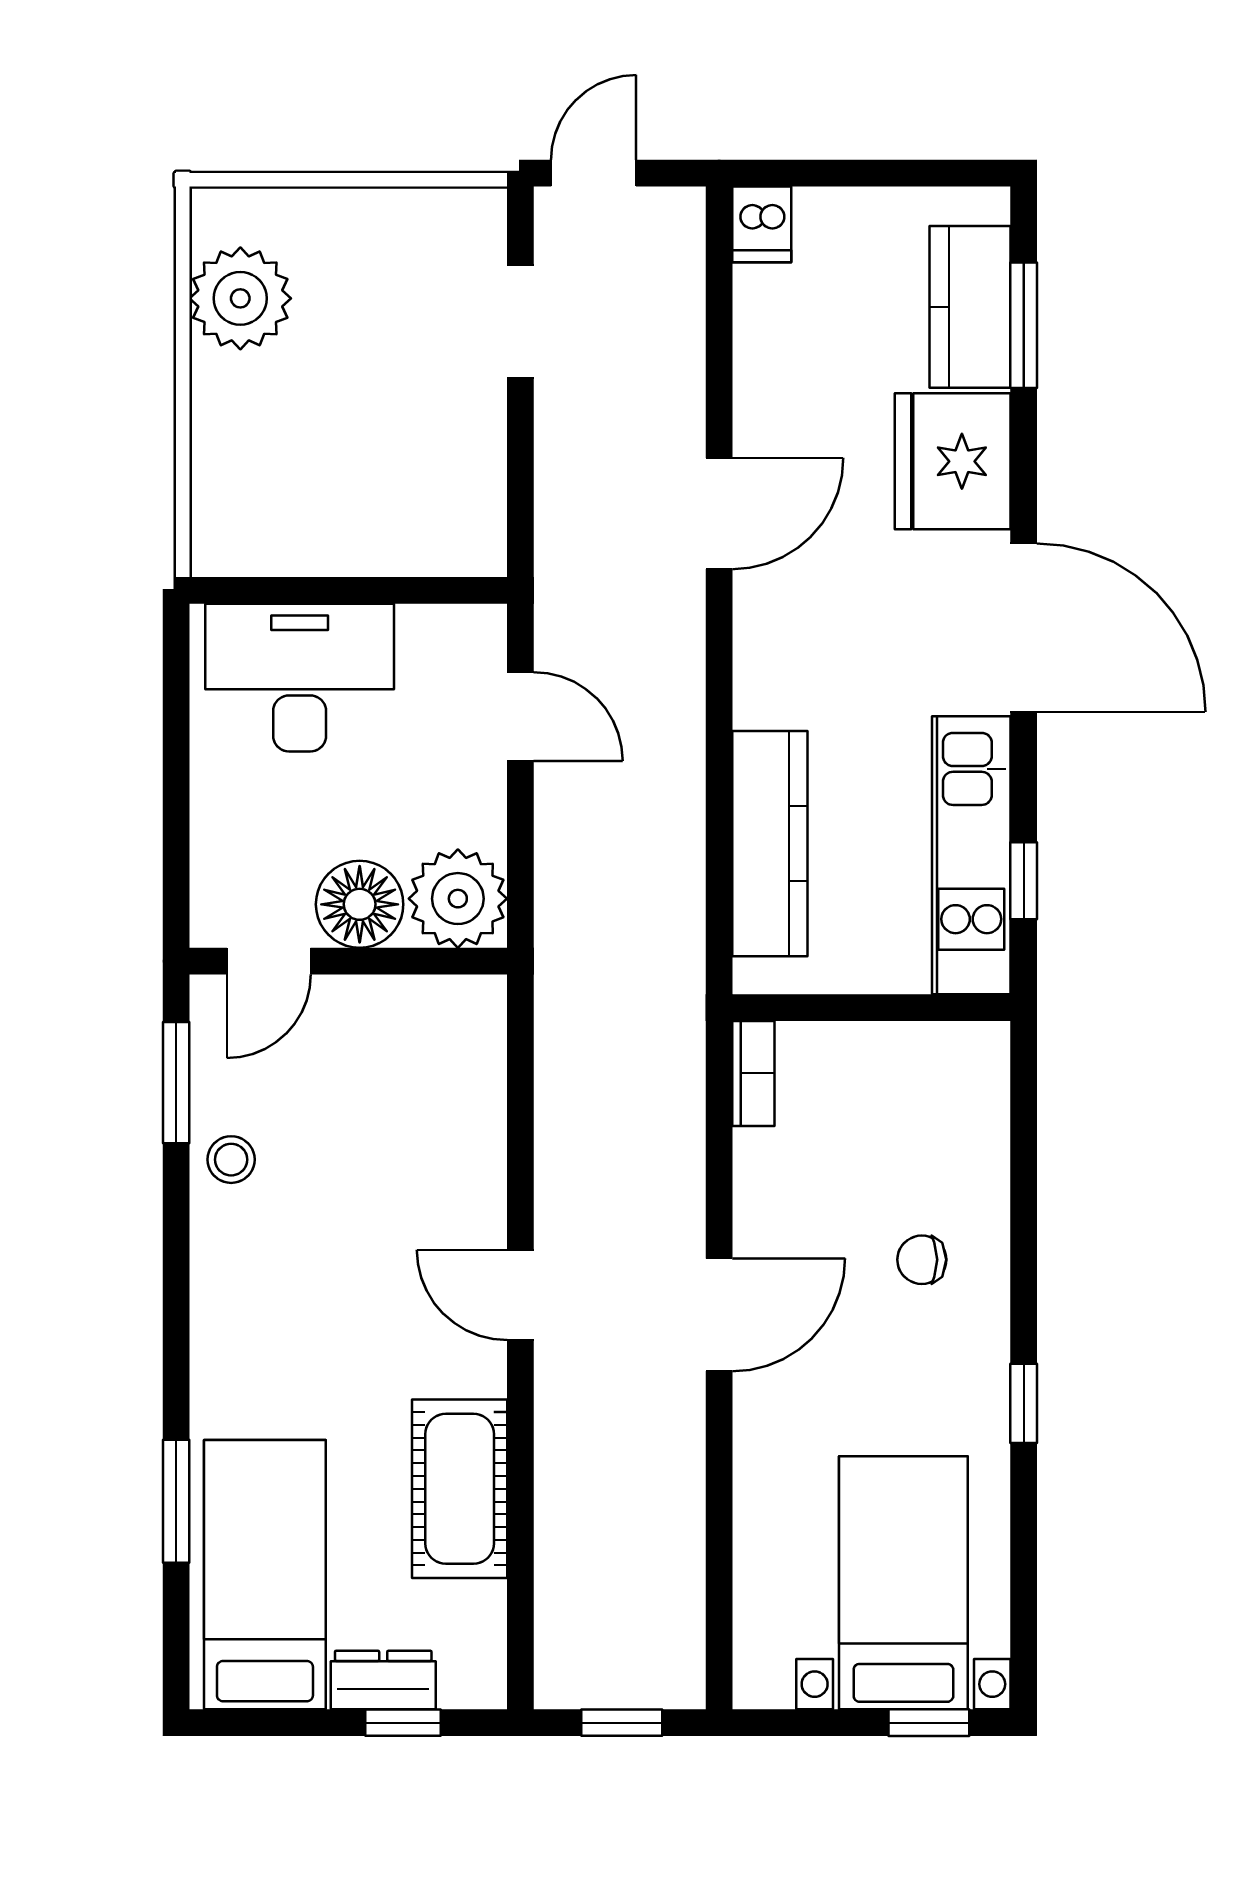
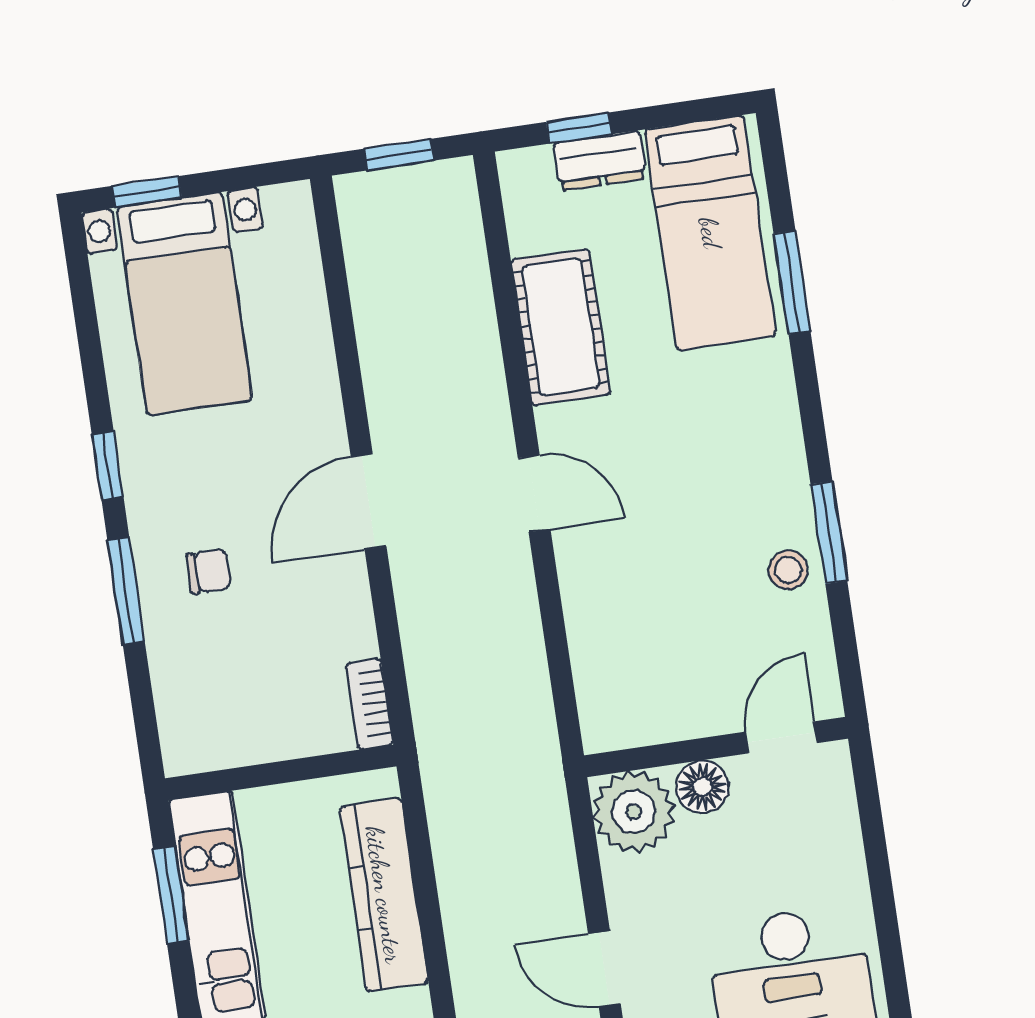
window: (1024, 881) -> (171, 895), width x1.50
floor lamp: (360, 904) -> (702, 787), width x0.73, depth x0.73
window: (176, 1083) -> (829, 533), moved
window: (1024, 1251) -> (126, 591), added

